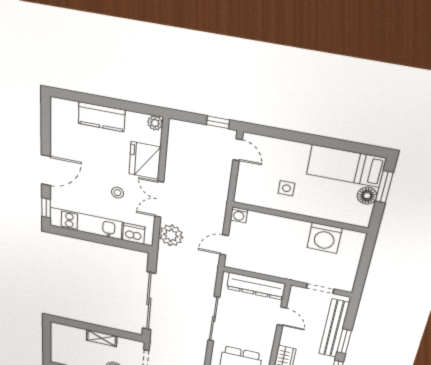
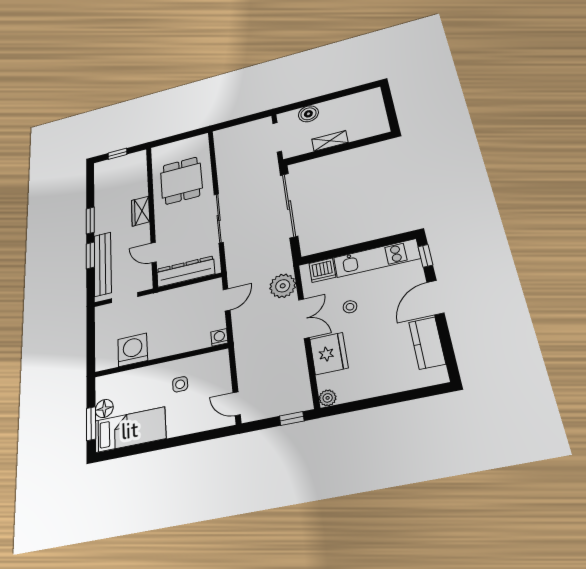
kitchen counter: (102, 117) -> (427, 343), moved, turned -90
window: (218, 122) -> (292, 419), moved

